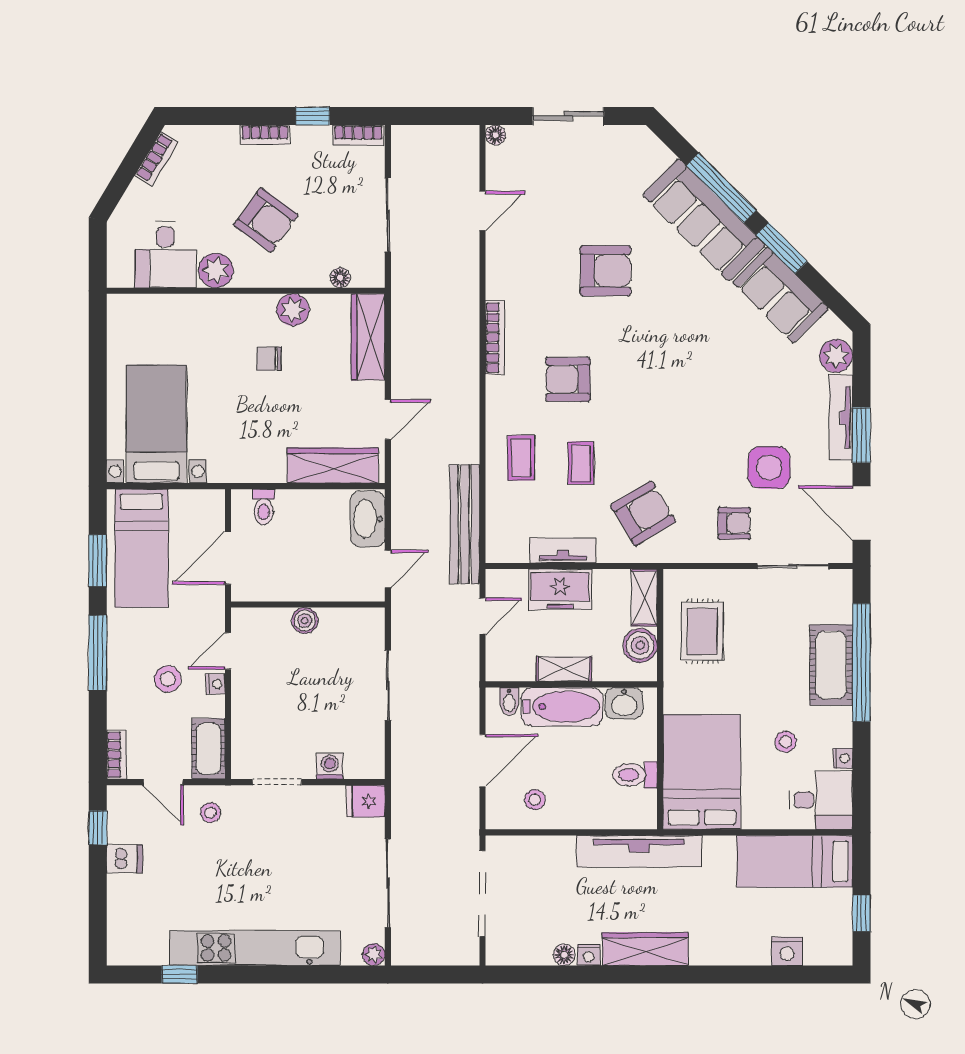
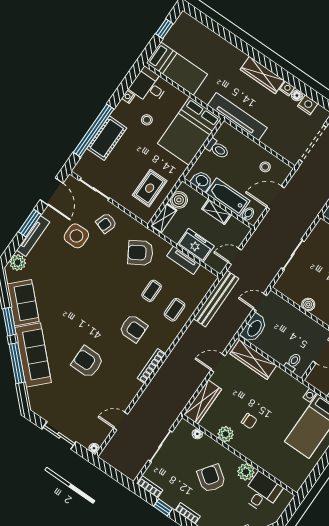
armchair: (734, 523) -> (106, 223), turned -71
nightstand: (787, 951) -> (308, 105), moved

